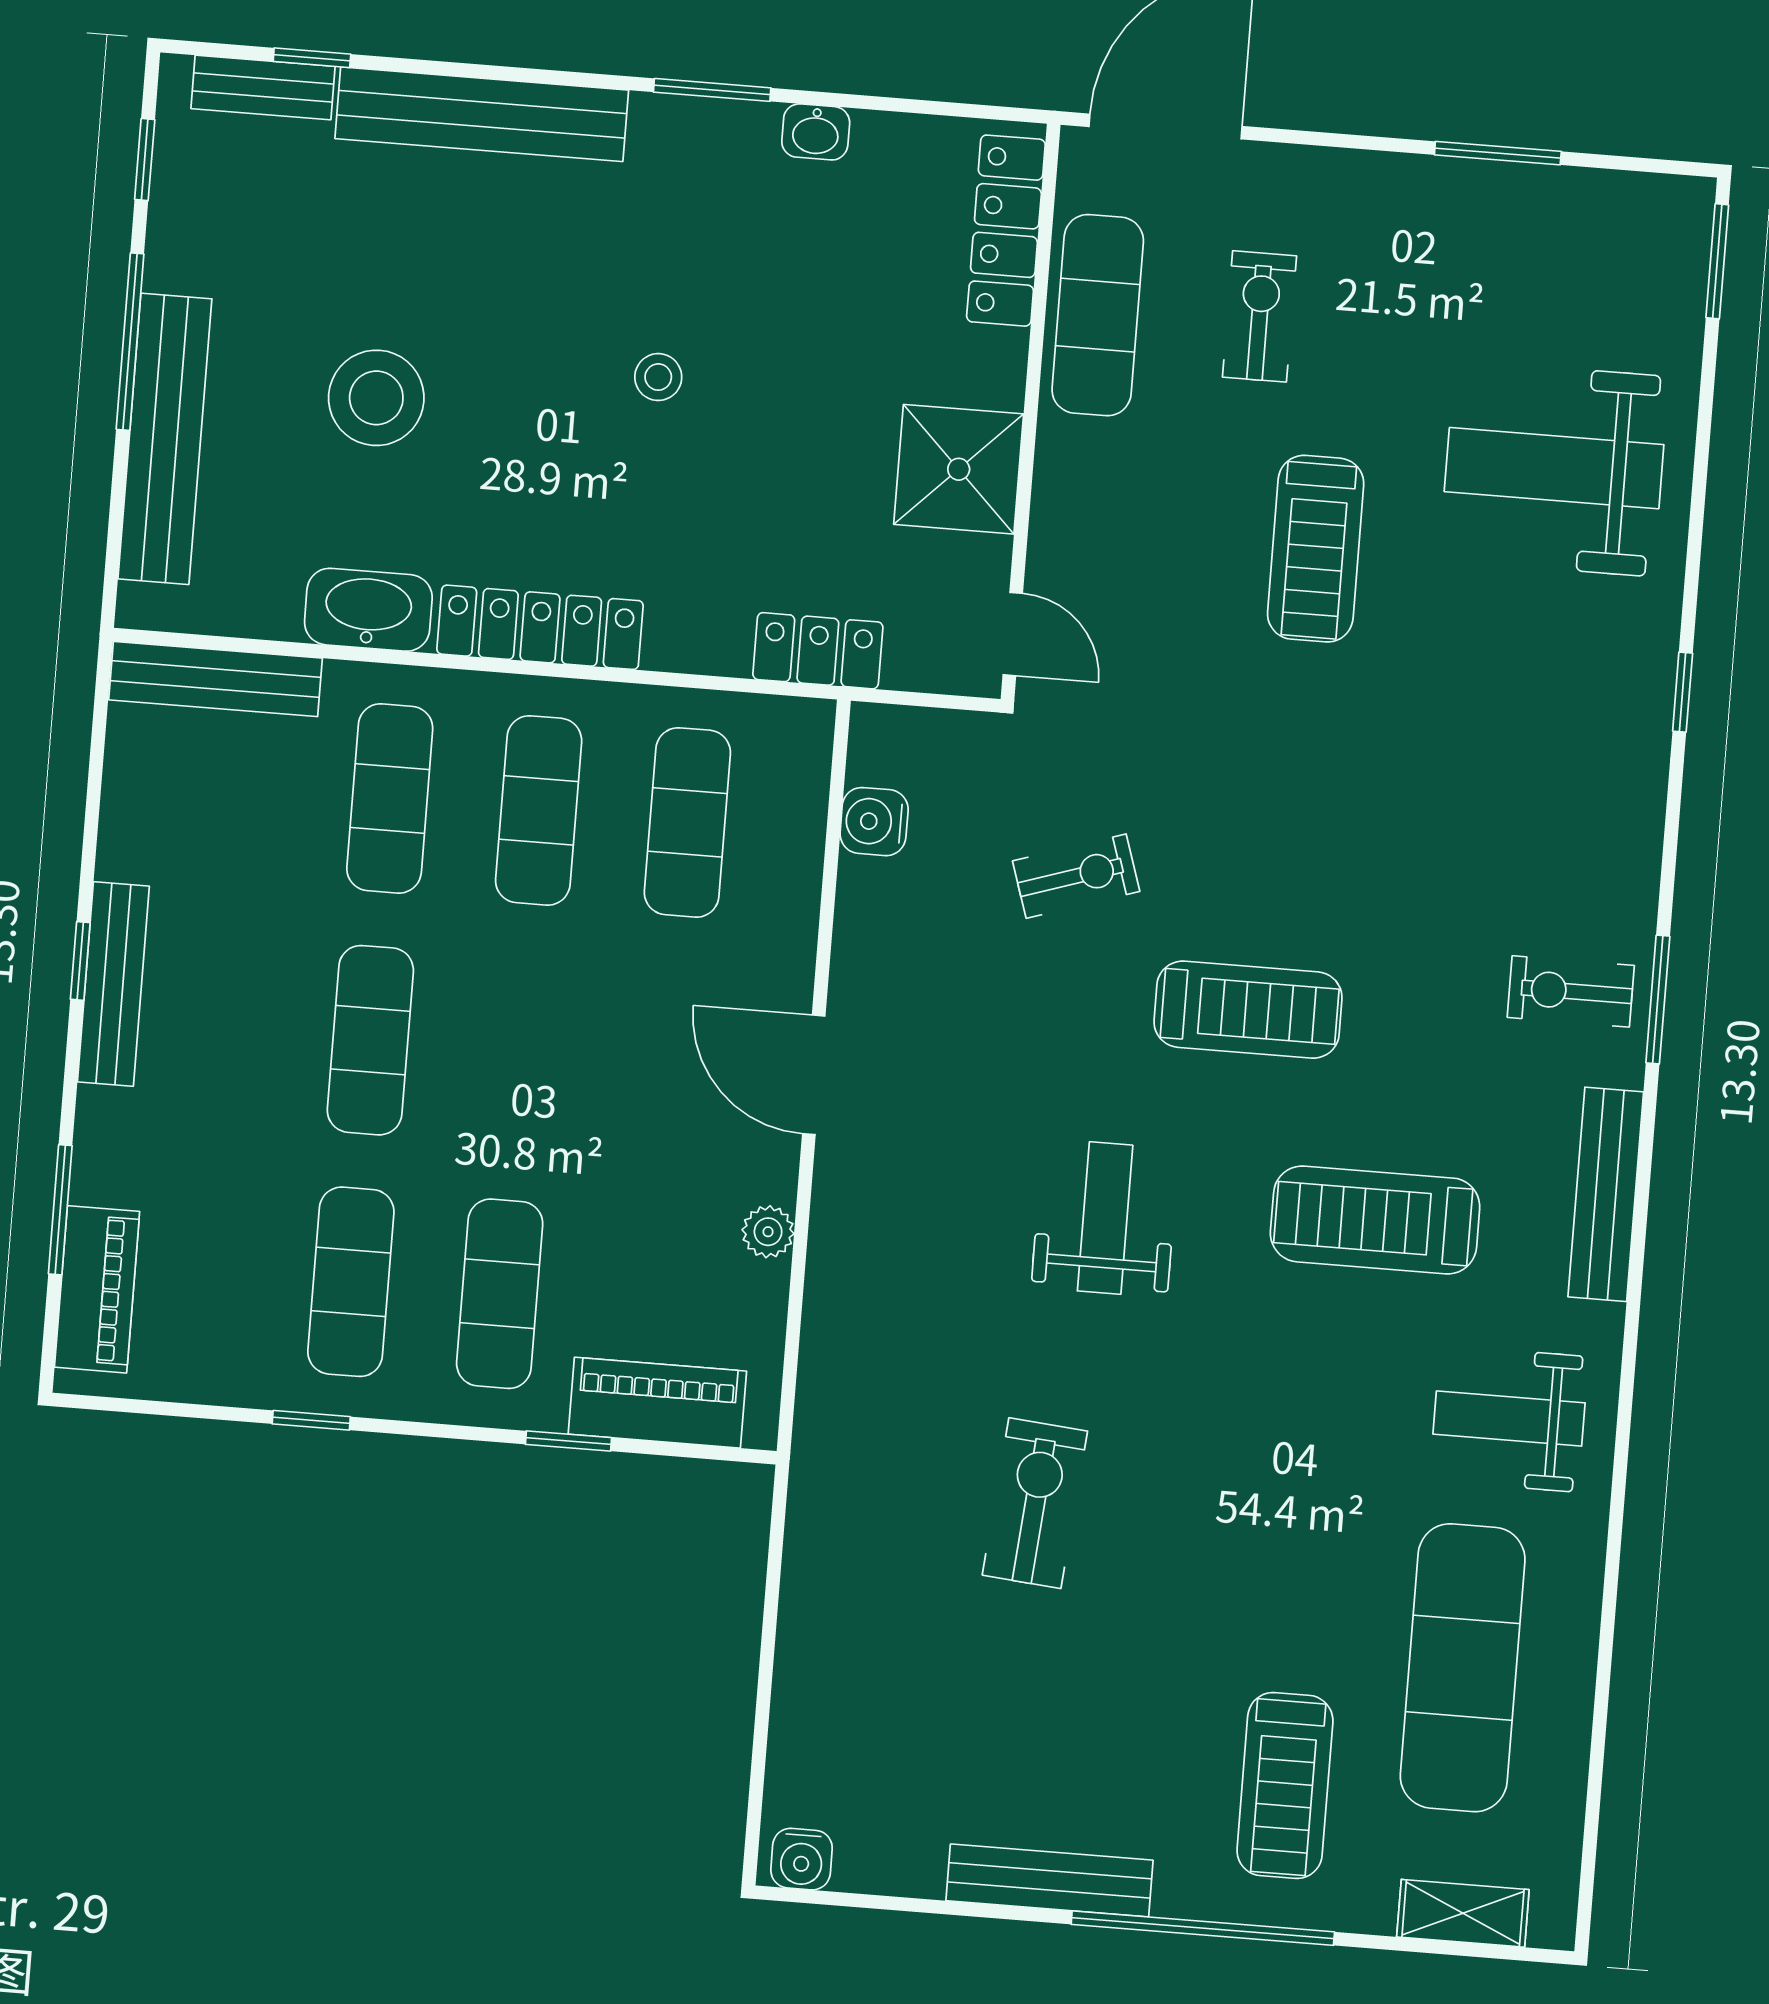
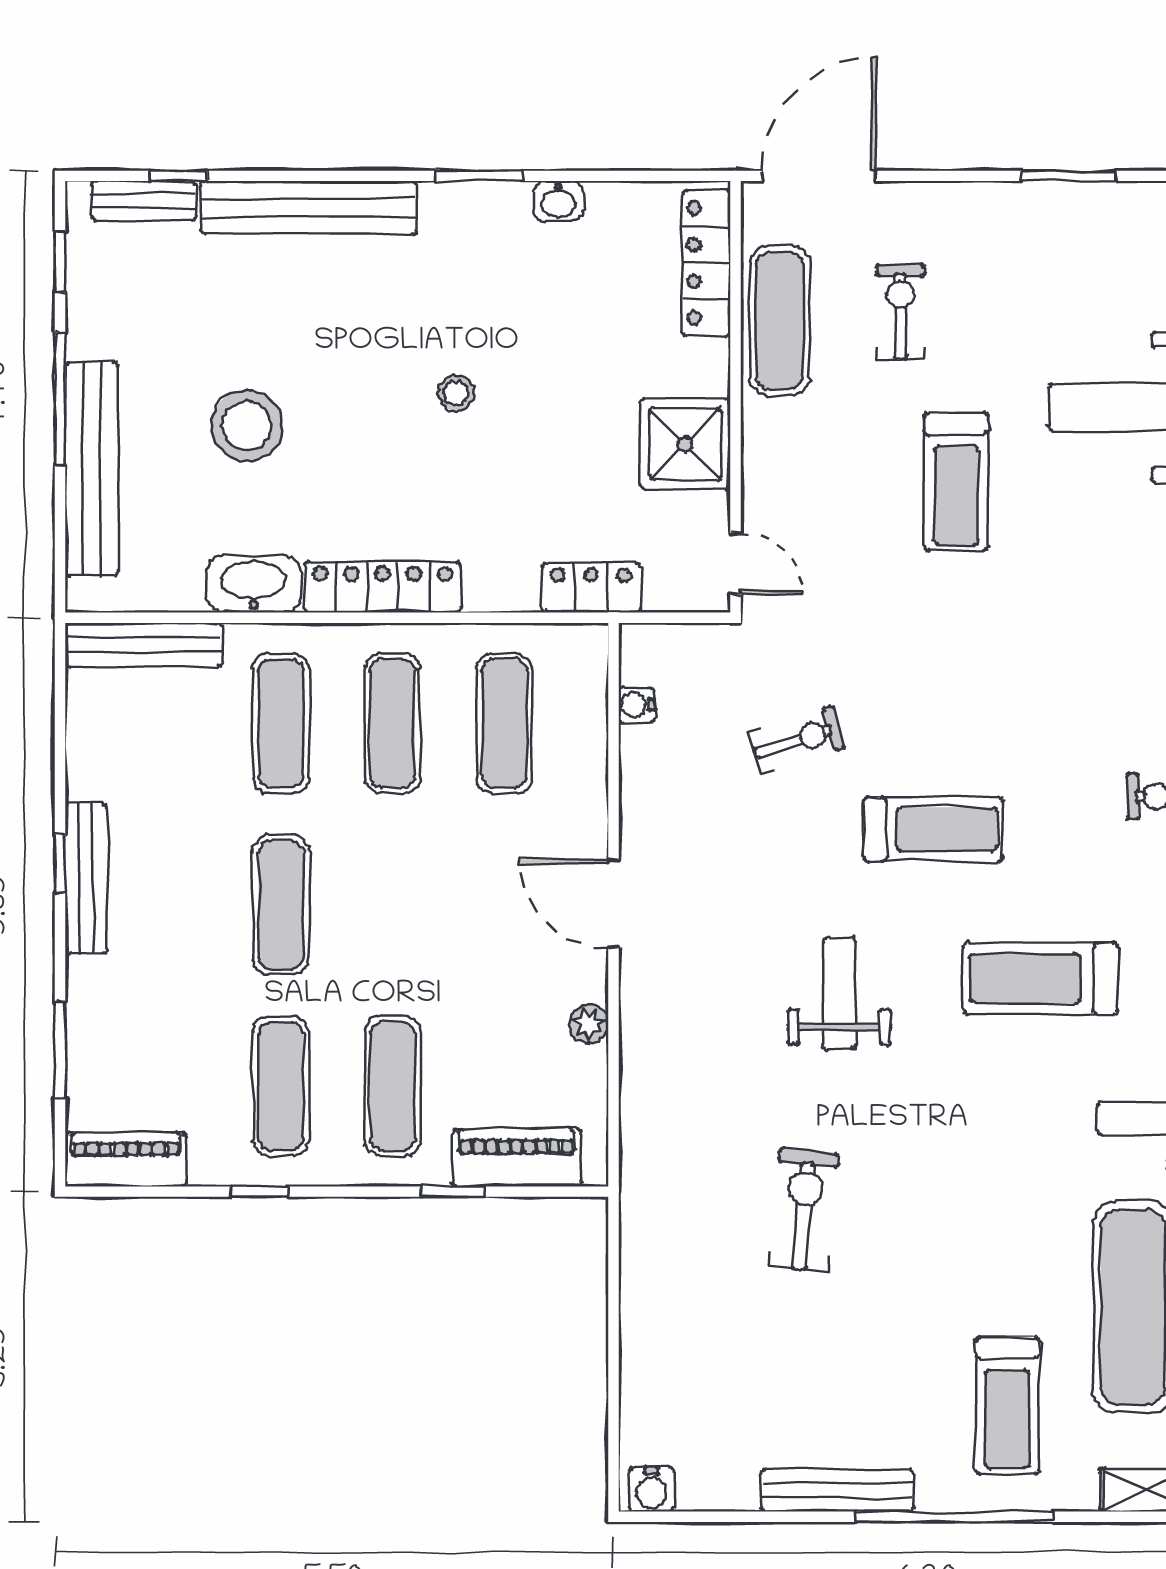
water cooler: (874, 822) -> (636, 705), width x0.72, depth x0.72
piano: (97, 1289) -> (126, 1159), moved, turned -90

